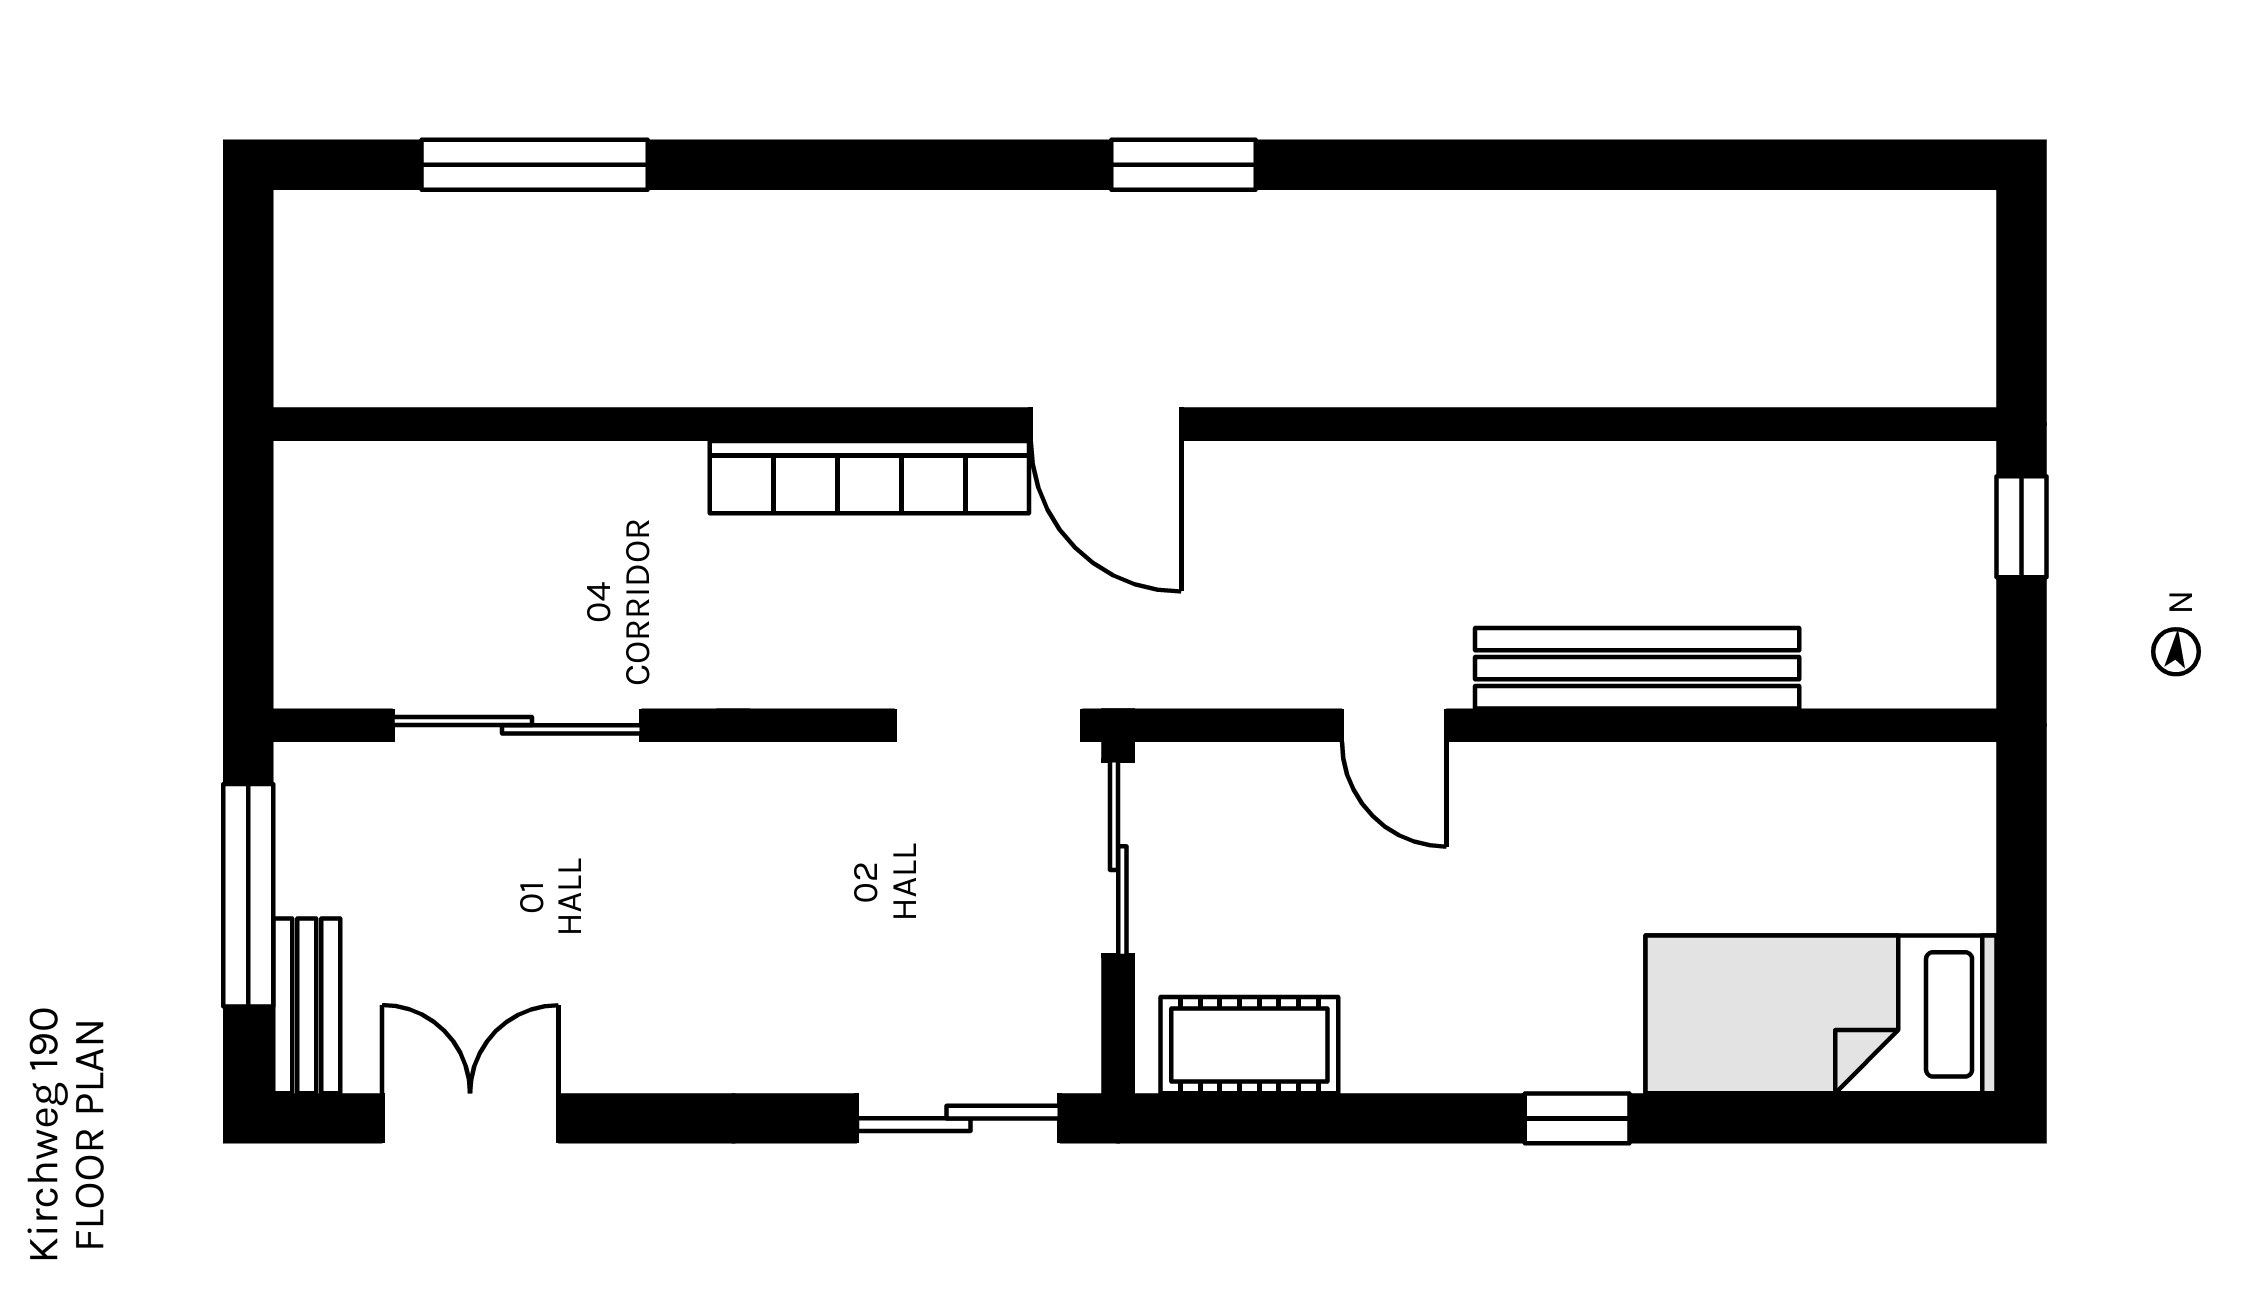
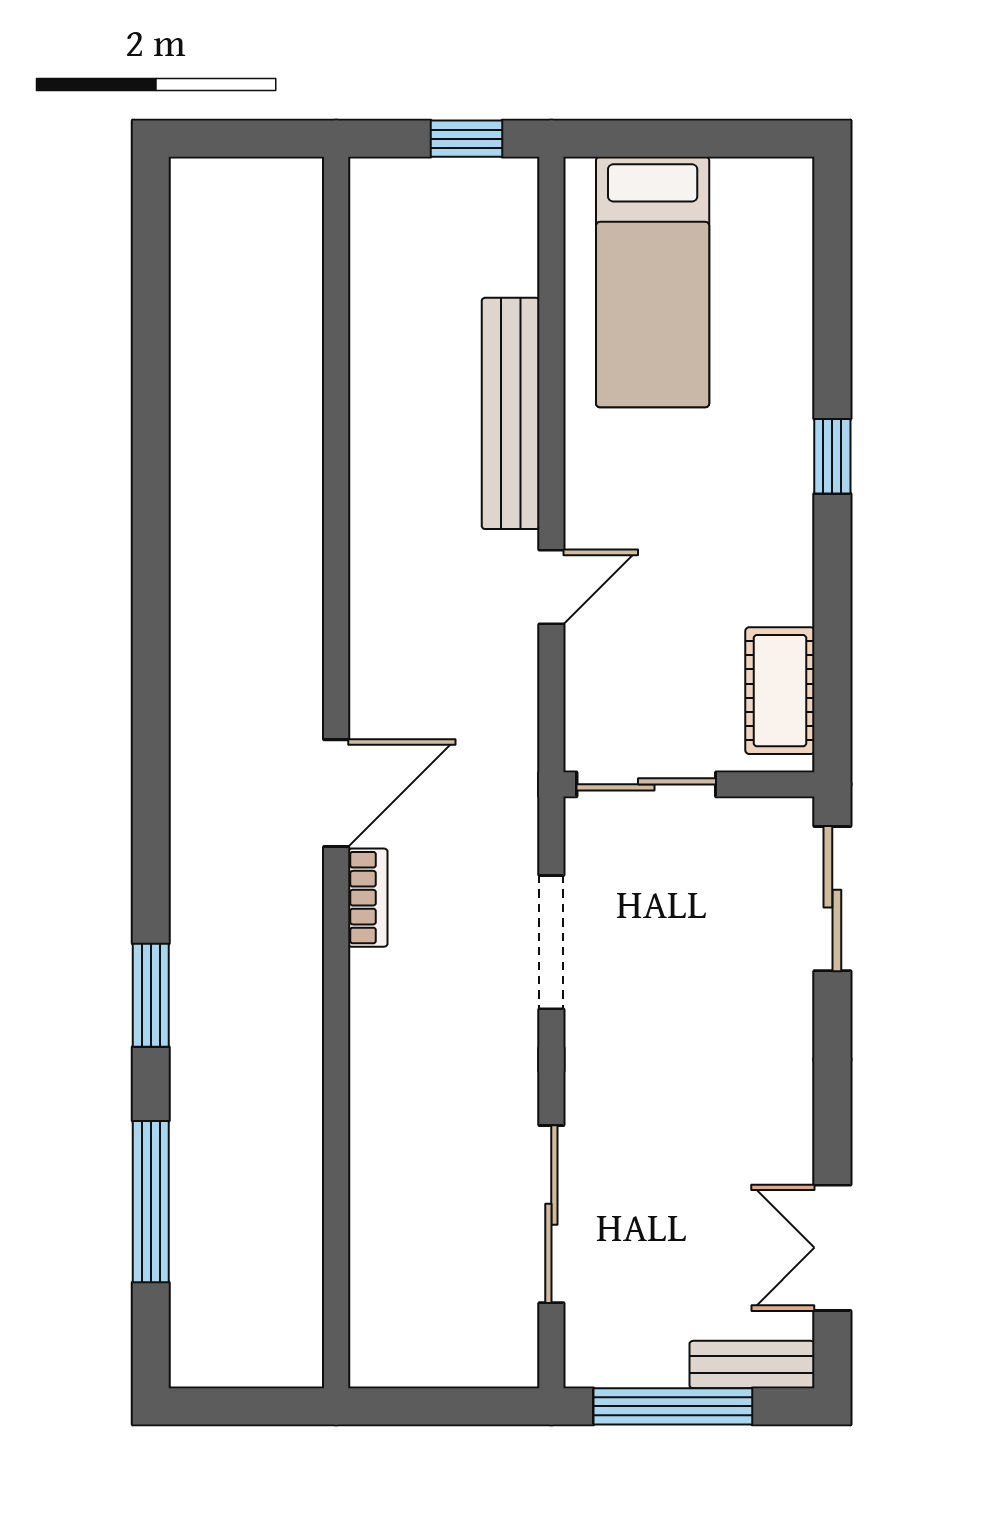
window: (1183, 165) -> (151, 995), moved
bookcase: (869, 477) -> (368, 898), width x0.43, depth x0.76
window: (2021, 527) -> (466, 139), moved
doorway: (988, 725) -> (551, 942), moved
bed: (1821, 1014) -> (653, 282), moved

